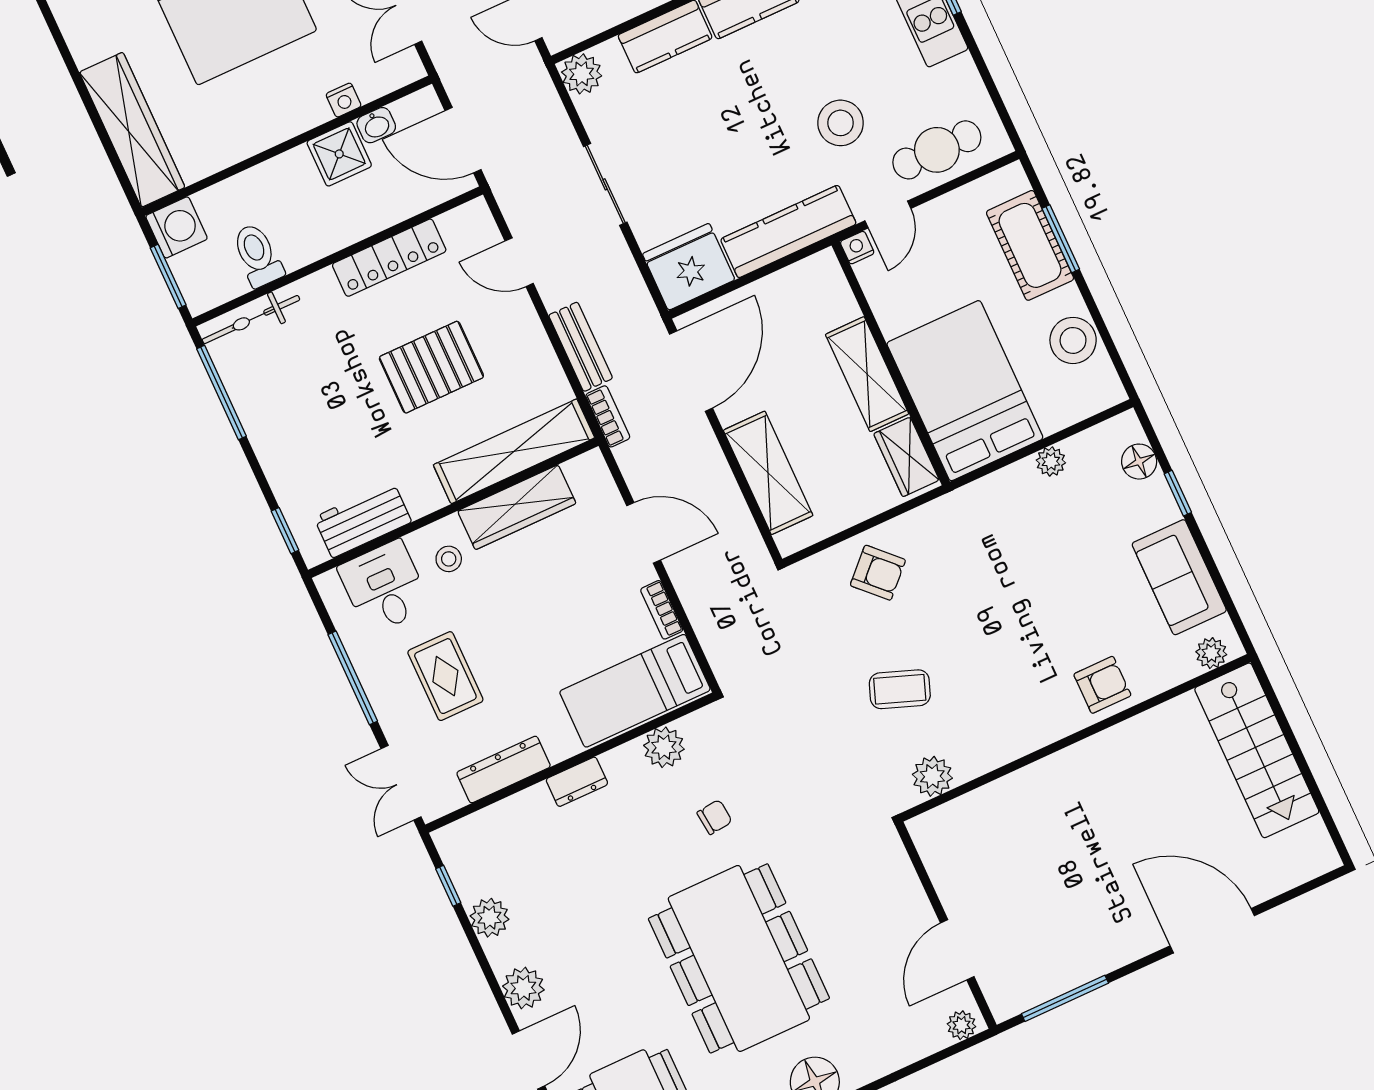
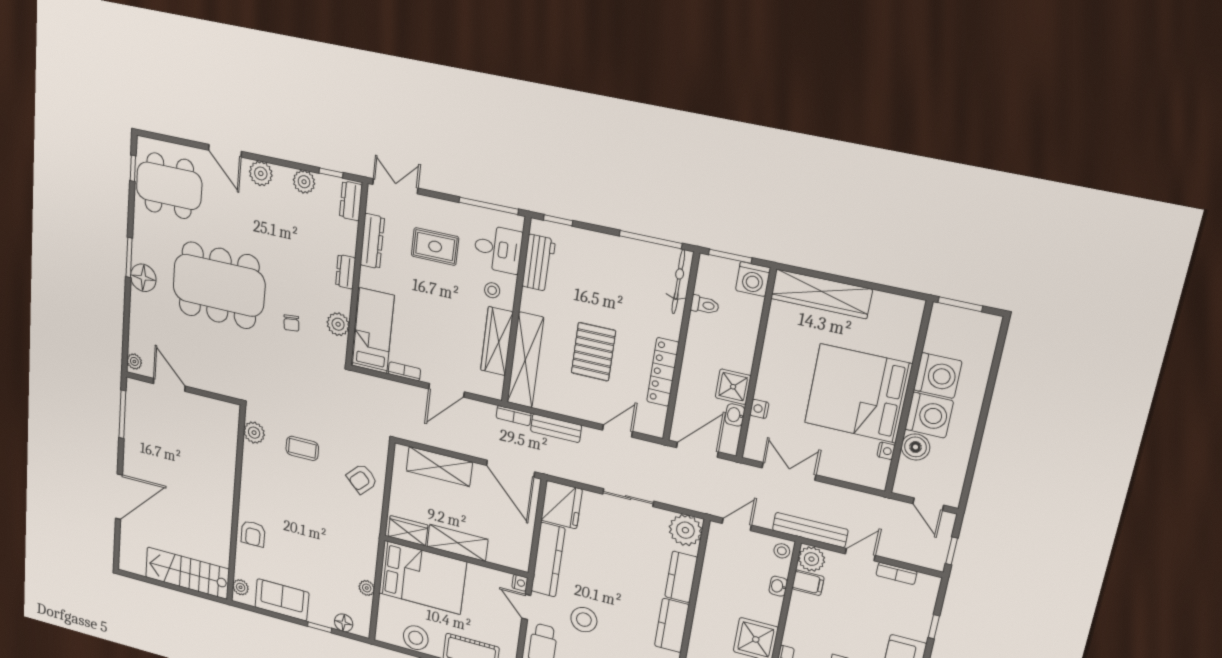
plant: (582, 74) -> (685, 530), width x1.36, depth x1.36
toilet: (258, 255) -> (705, 305), width x0.73, depth x0.72
window: (353, 678) -> (489, 206), moved
coffee table: (900, 689) -> (302, 448), turned 70
dresser: (468, 834) -> (351, 201), added

